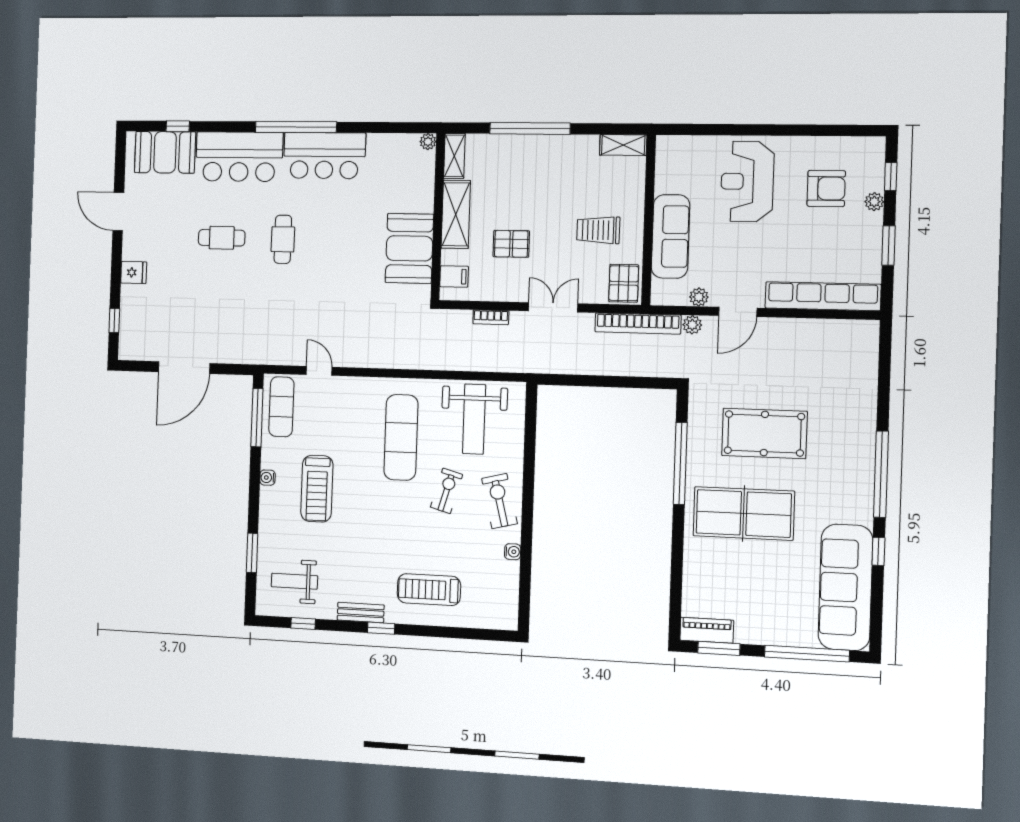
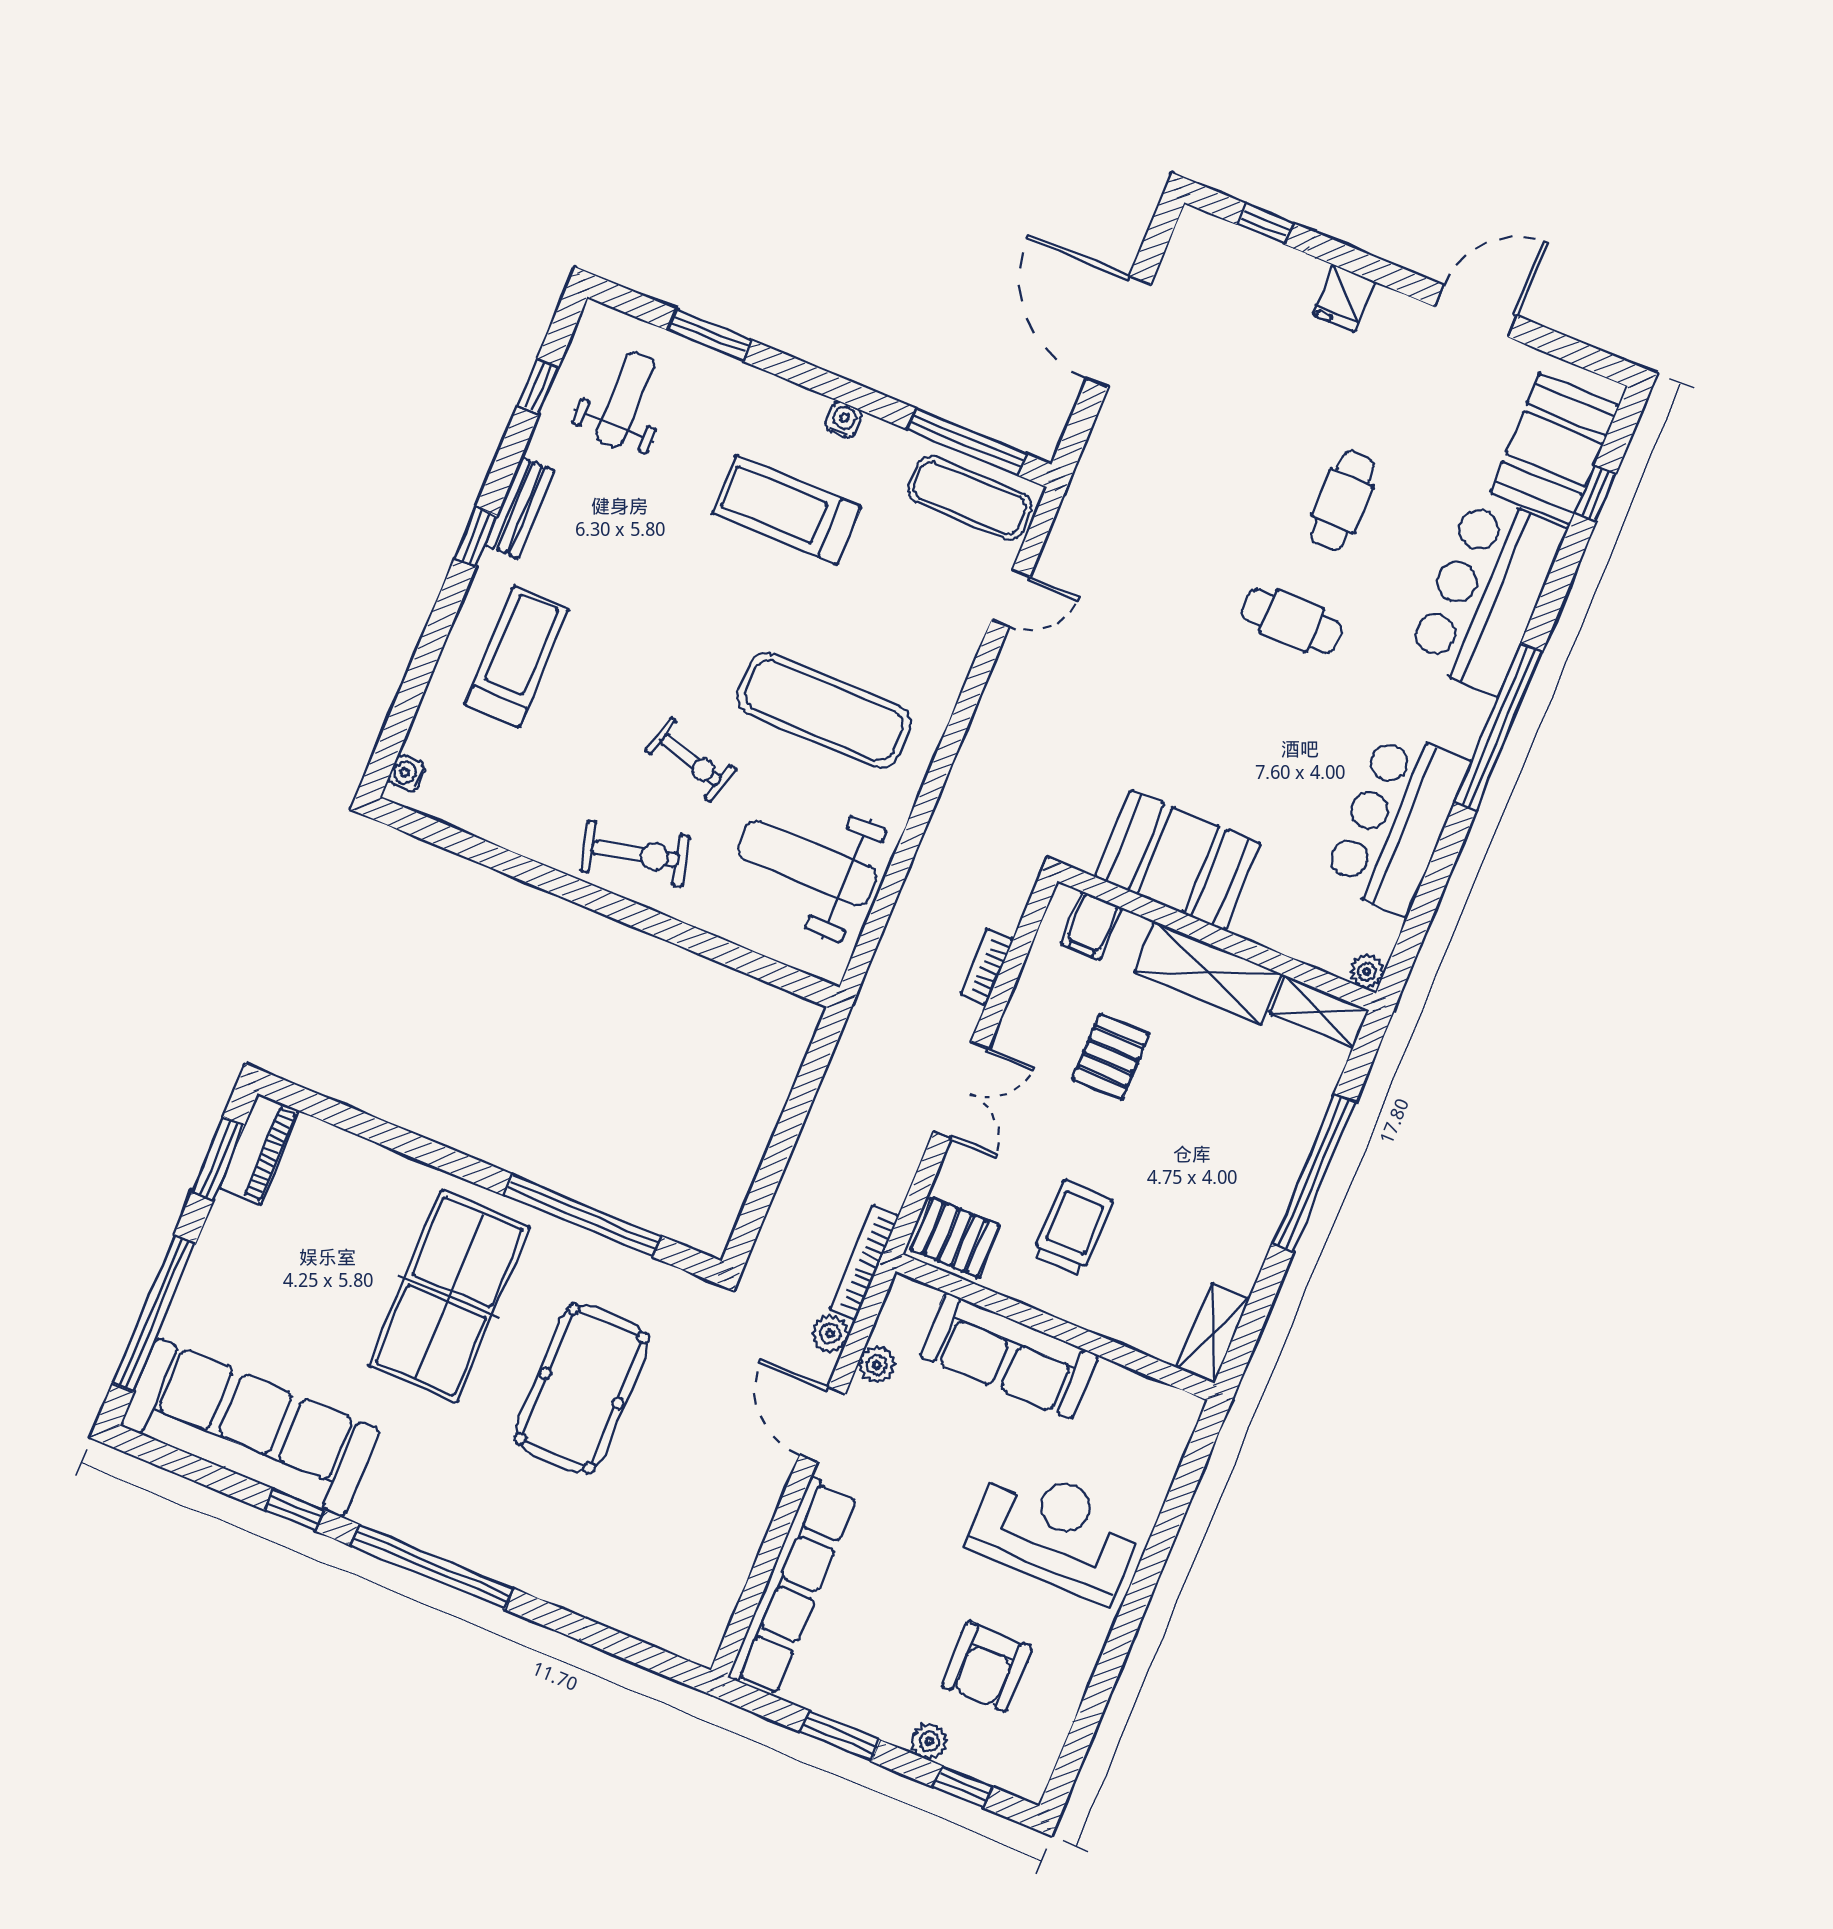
bar counter: (324, 156) -> (1396, 822), moved
bookcase: (638, 324) -> (864, 1263), width x0.68, depth x0.76
water cooler: (513, 552) -> (407, 773), moved, turned 90

